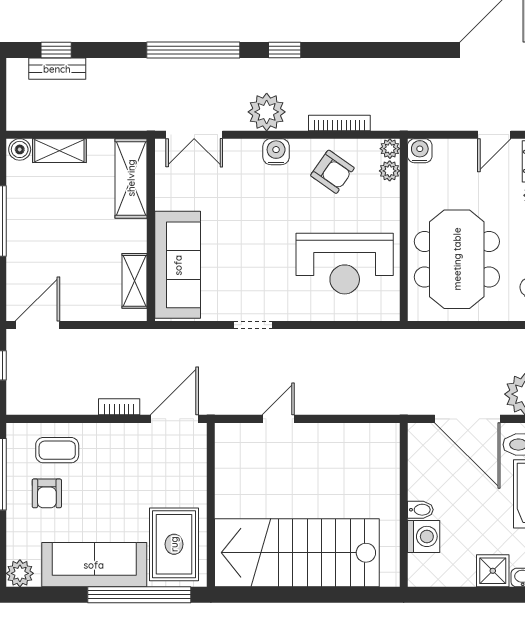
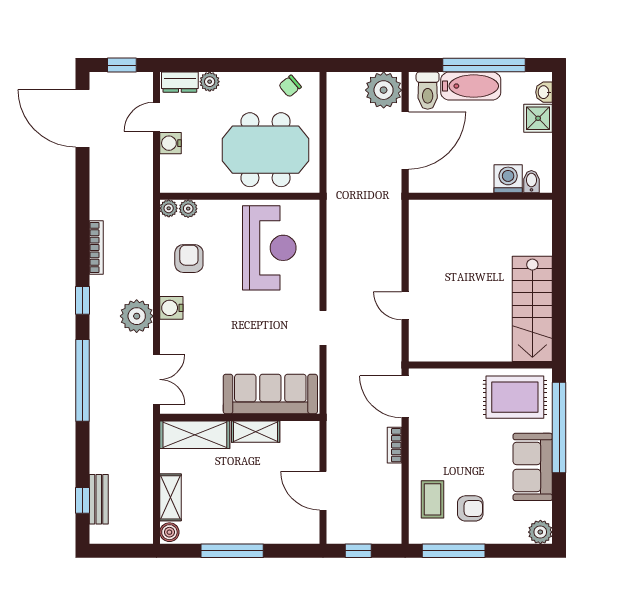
bookcase: (339, 123) -> (96, 248), moved, turned 180
door: (494, 135) -> (157, 117), swing flipped
water cooler: (420, 151) -> (171, 143), moved
armchair: (332, 172) -> (189, 259), turned -35
shelving: (135, 281) -> (256, 432), moved
door: (37, 325) -> (323, 491), moved
bidet: (420, 510) -> (531, 182), moved
stairs: (297, 553) -> (532, 309), width x0.73, depth x0.66
sofa: (94, 565) -> (533, 467), width x0.73

